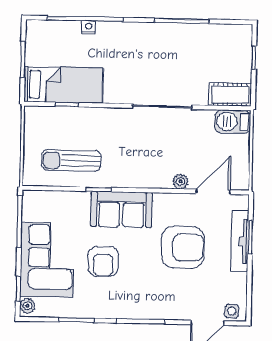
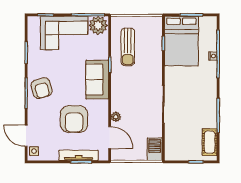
bed: (64, 85) -> (181, 41), width x1.50
cot: (230, 95) -> (210, 142), moved
sun lounger: (71, 160) -> (128, 47), turned 180
armchair: (103, 261) -> (42, 88), moved, turned -106
plant: (27, 306) -> (98, 25), moved, width x1.88, depth x1.88

